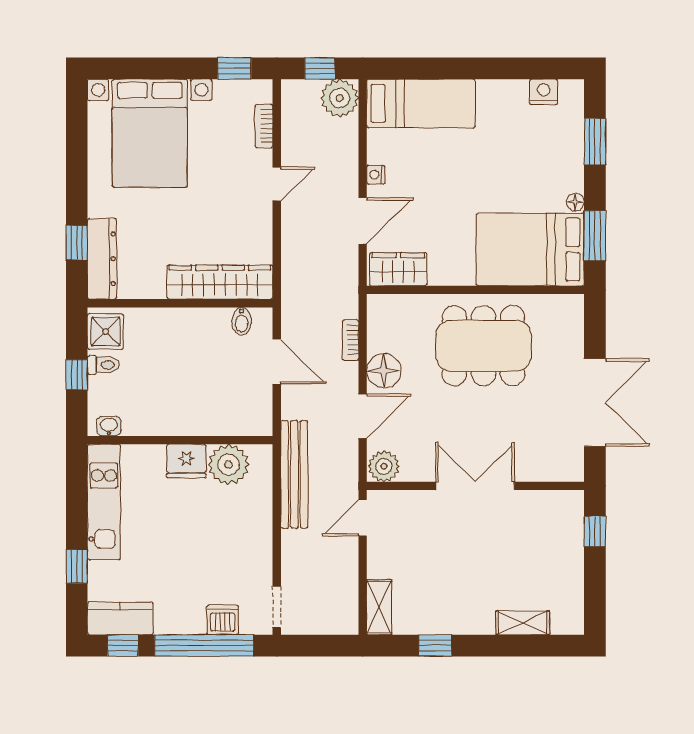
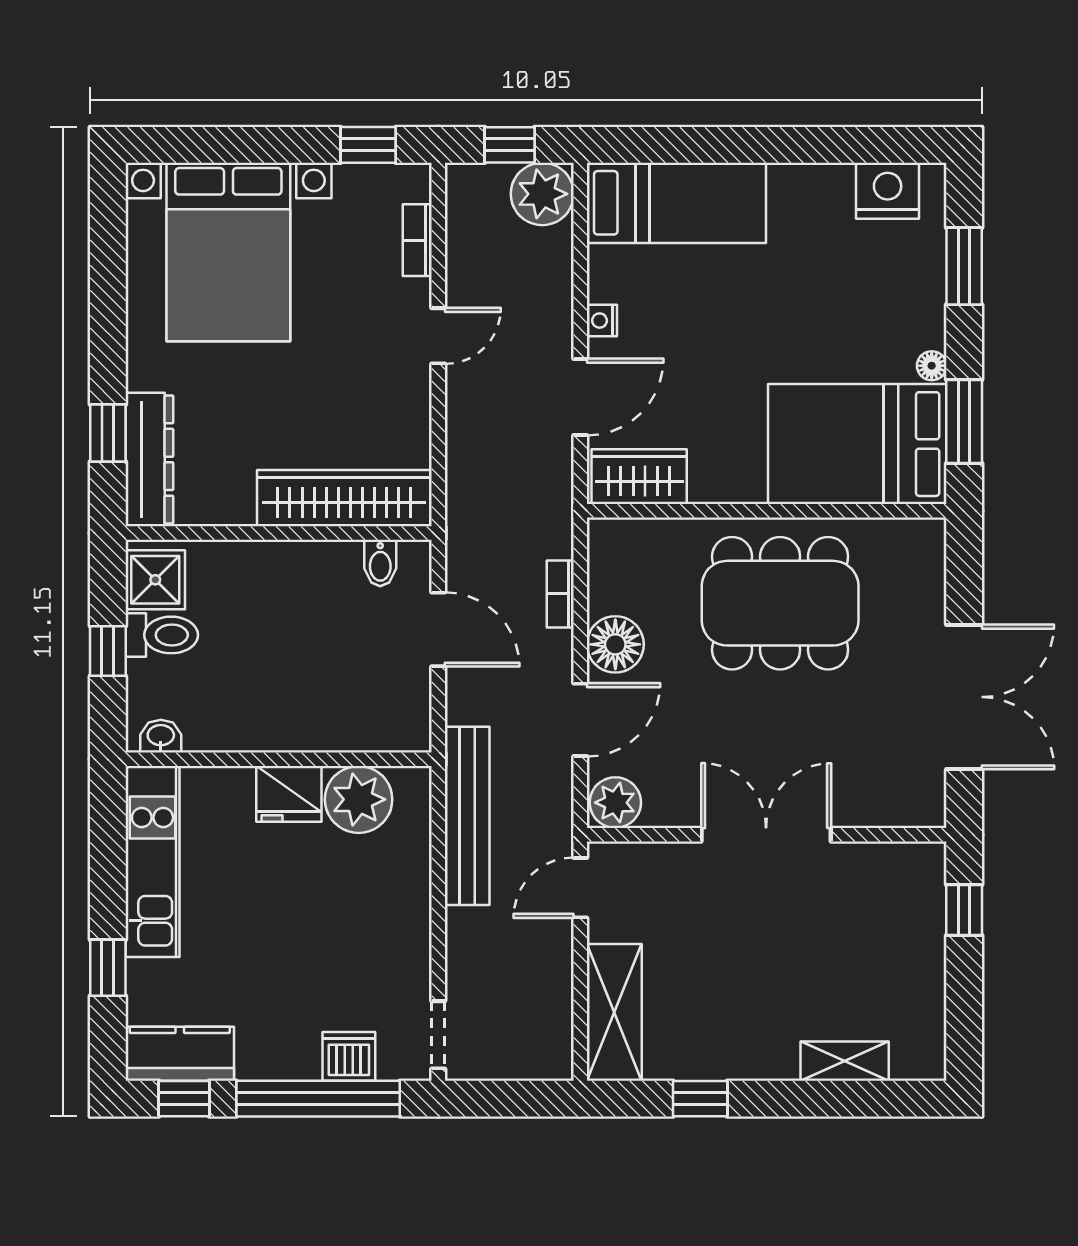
nightstand: (544, 92) -> (888, 191), width x1.36, depth x1.33
toilet: (103, 365) -> (162, 635), width x1.37, depth x1.39
shelving: (379, 607) -> (614, 1012), width x1.50, depth x1.33

